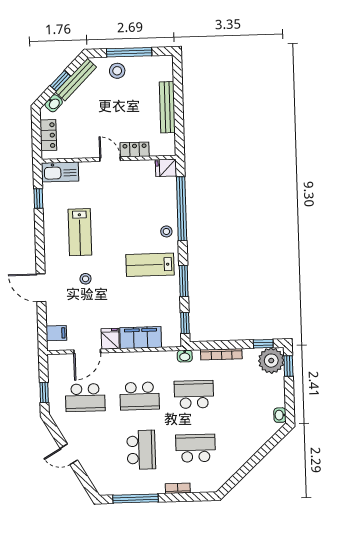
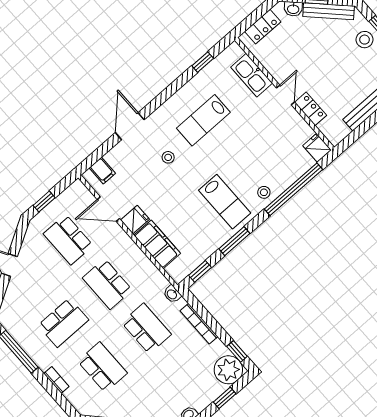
kitchen sink: (60, 172) -> (252, 75), moved
lab bench: (150, 265) -> (225, 202), turned 180
window: (288, 366) -> (225, 398), moved

